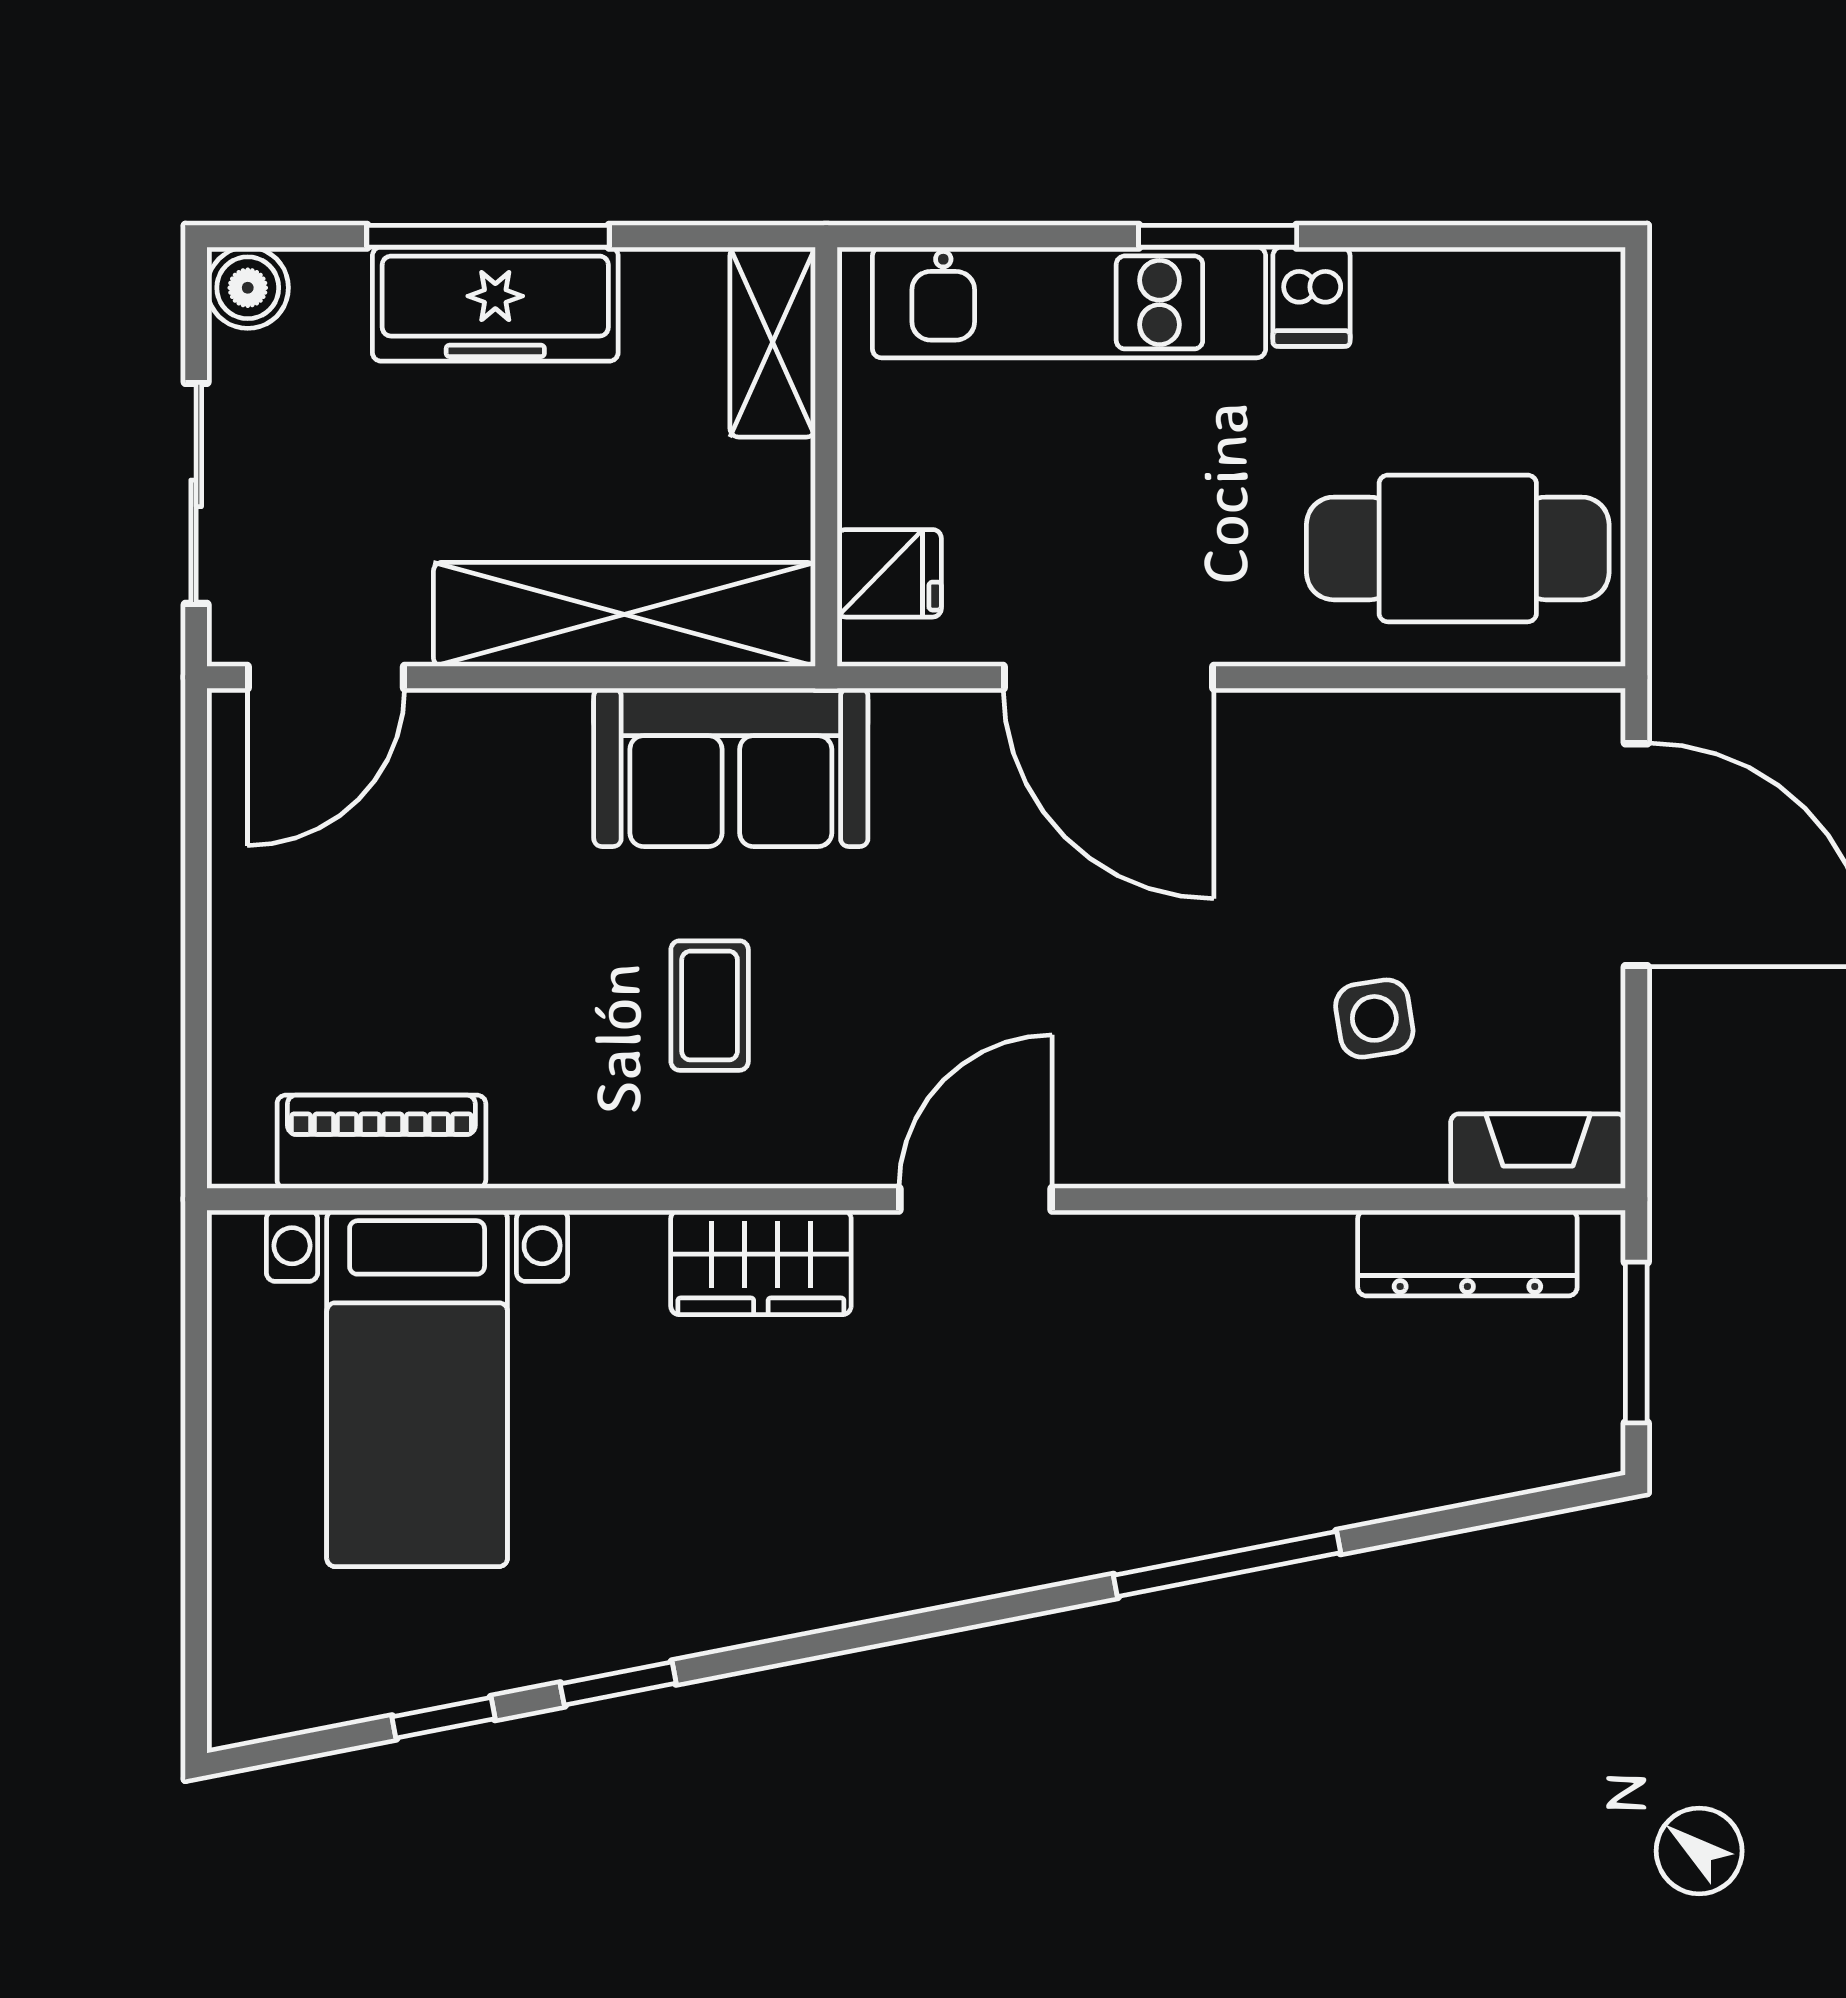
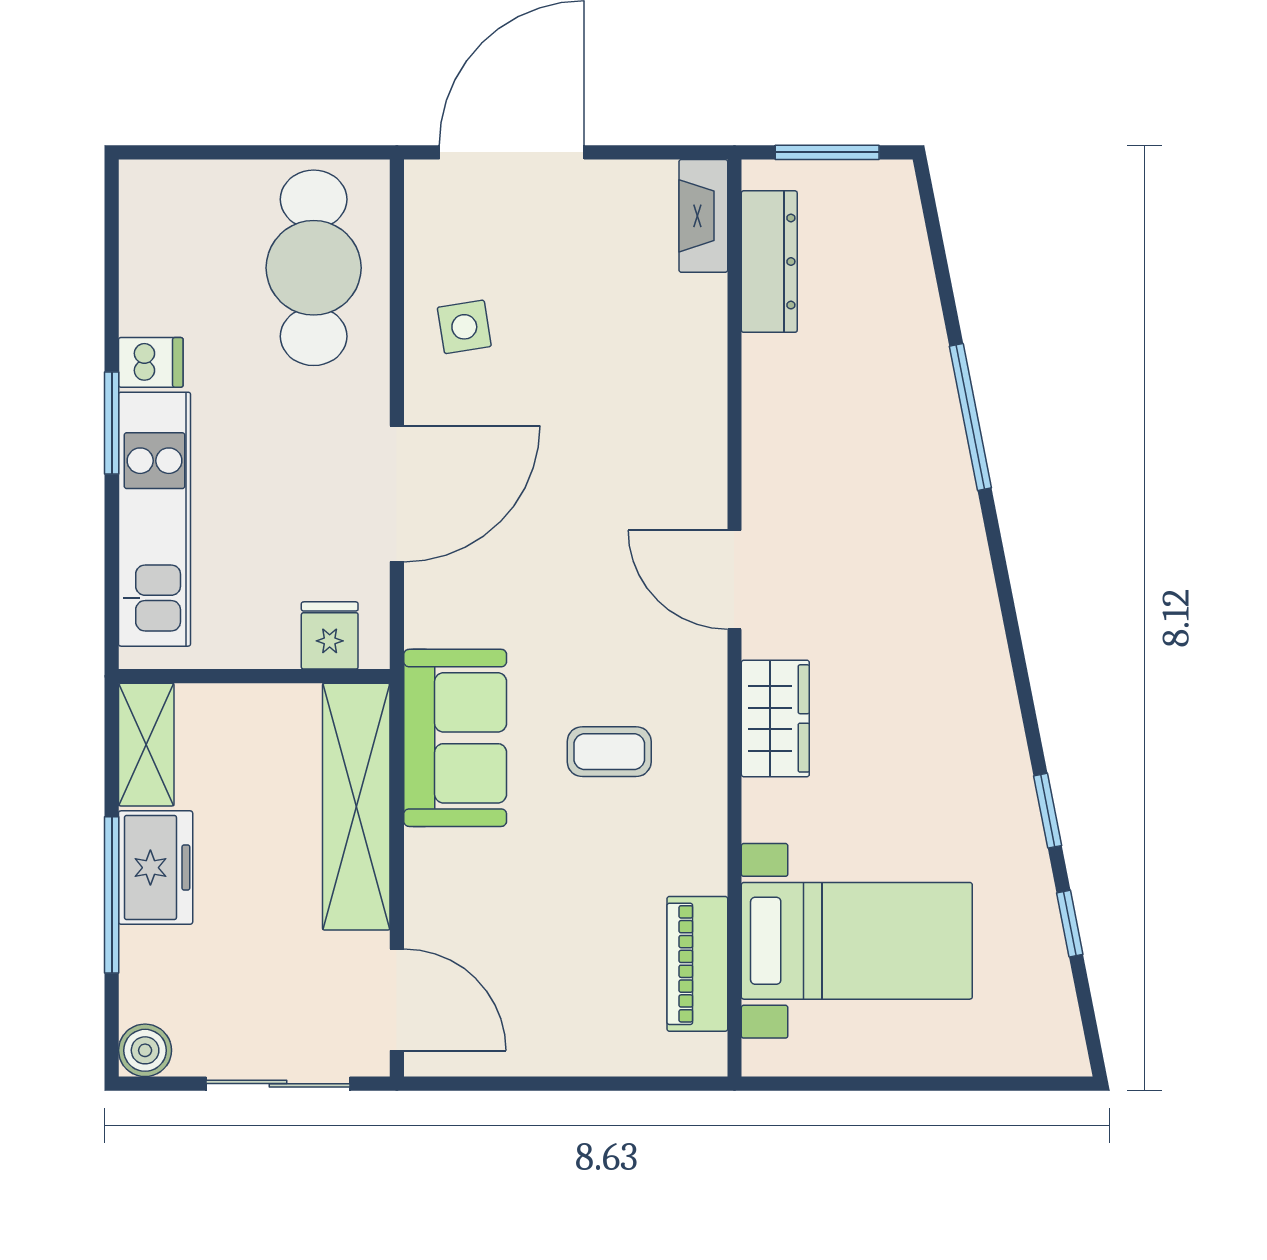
freezer: (495, 304) -> (156, 868), width x0.71
shelving: (773, 342) -> (146, 745), moved, turned 90
side table: (1374, 1018) -> (464, 327), moved

